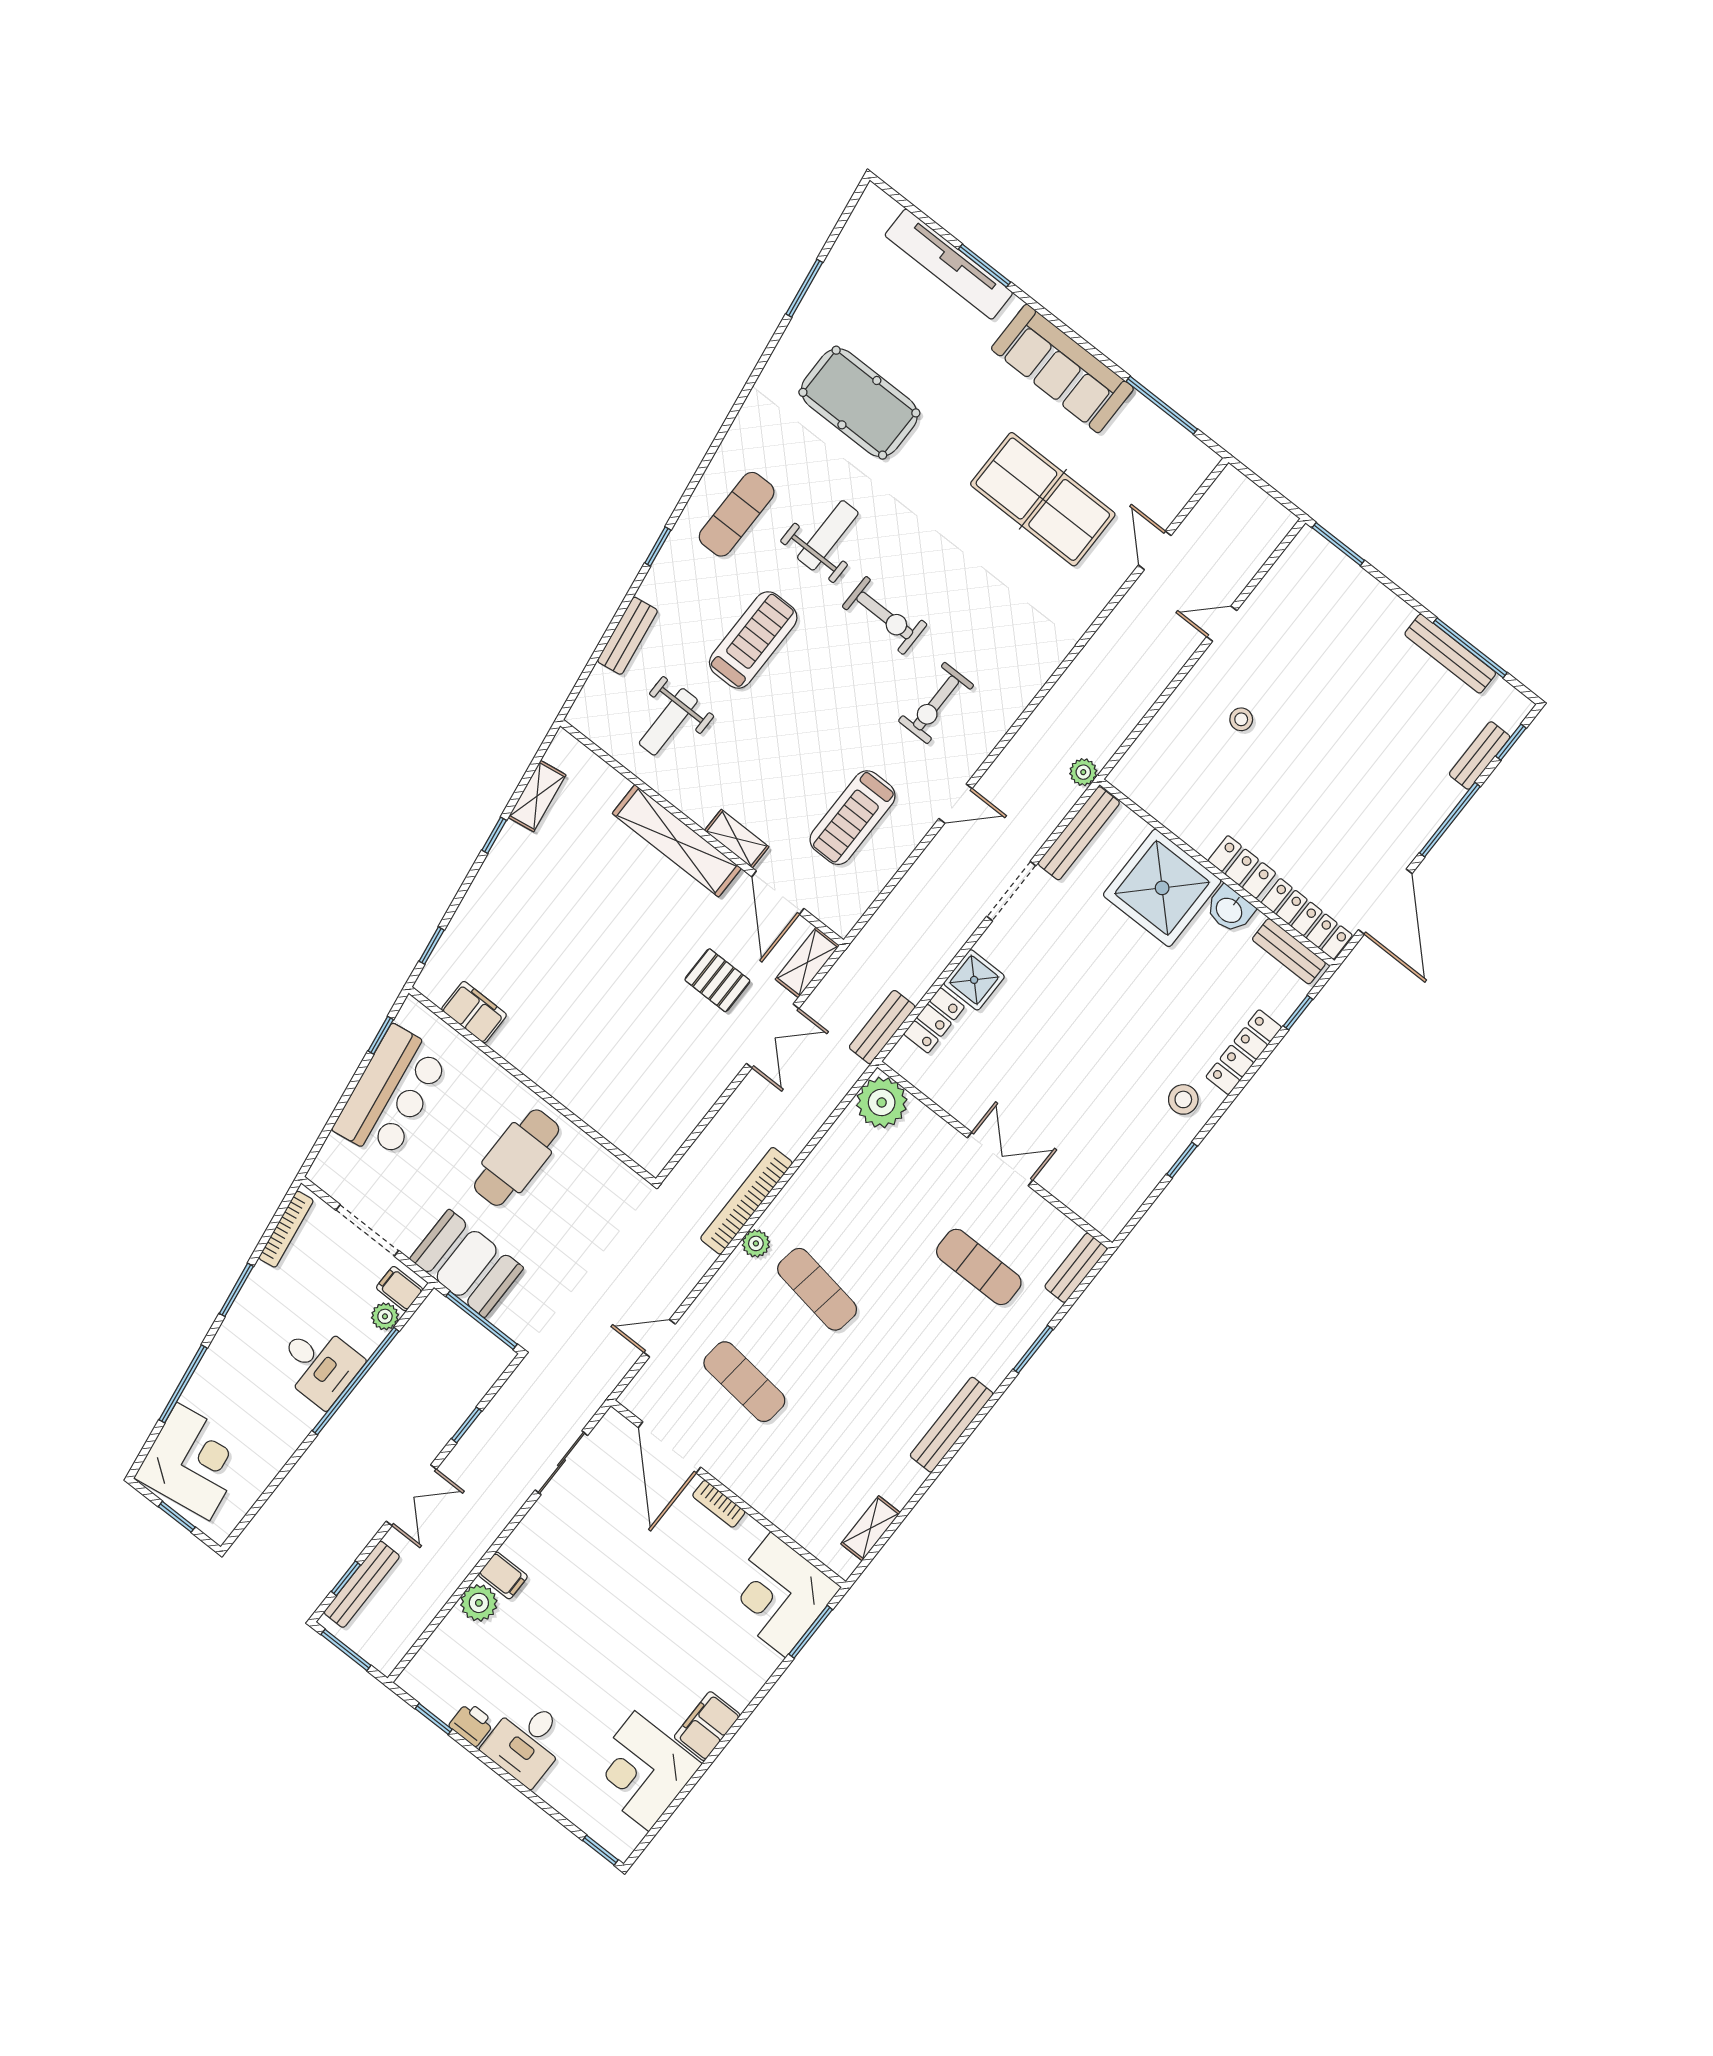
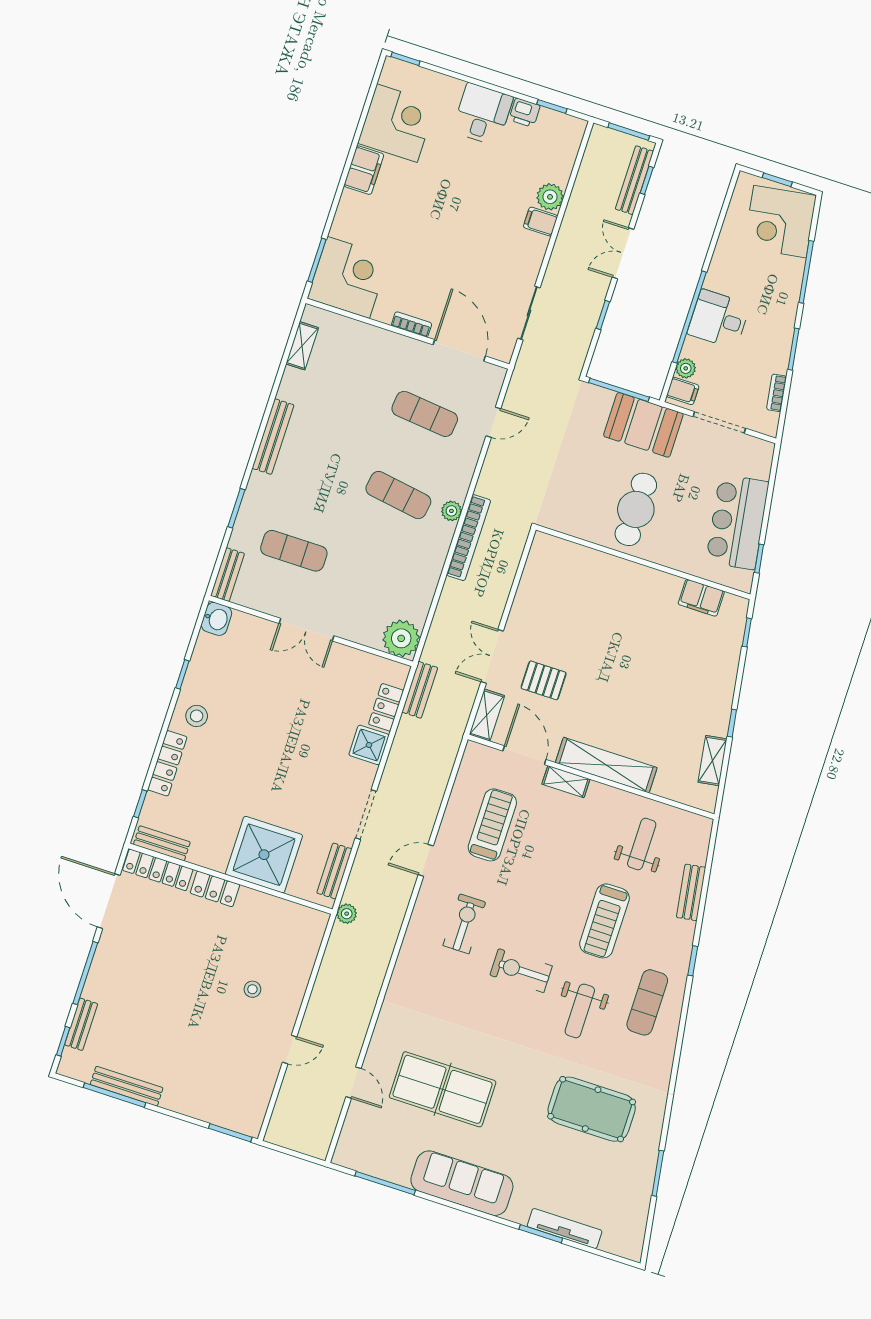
tv unit: (949, 264) -> (565, 1229), width x0.73, depth x0.78
bench: (1079, 833) -> (334, 871), width x0.73
washbasin: (1230, 910) -> (216, 619), moved, turned 90
bookcase: (286, 1229) -> (777, 393), width x0.64

